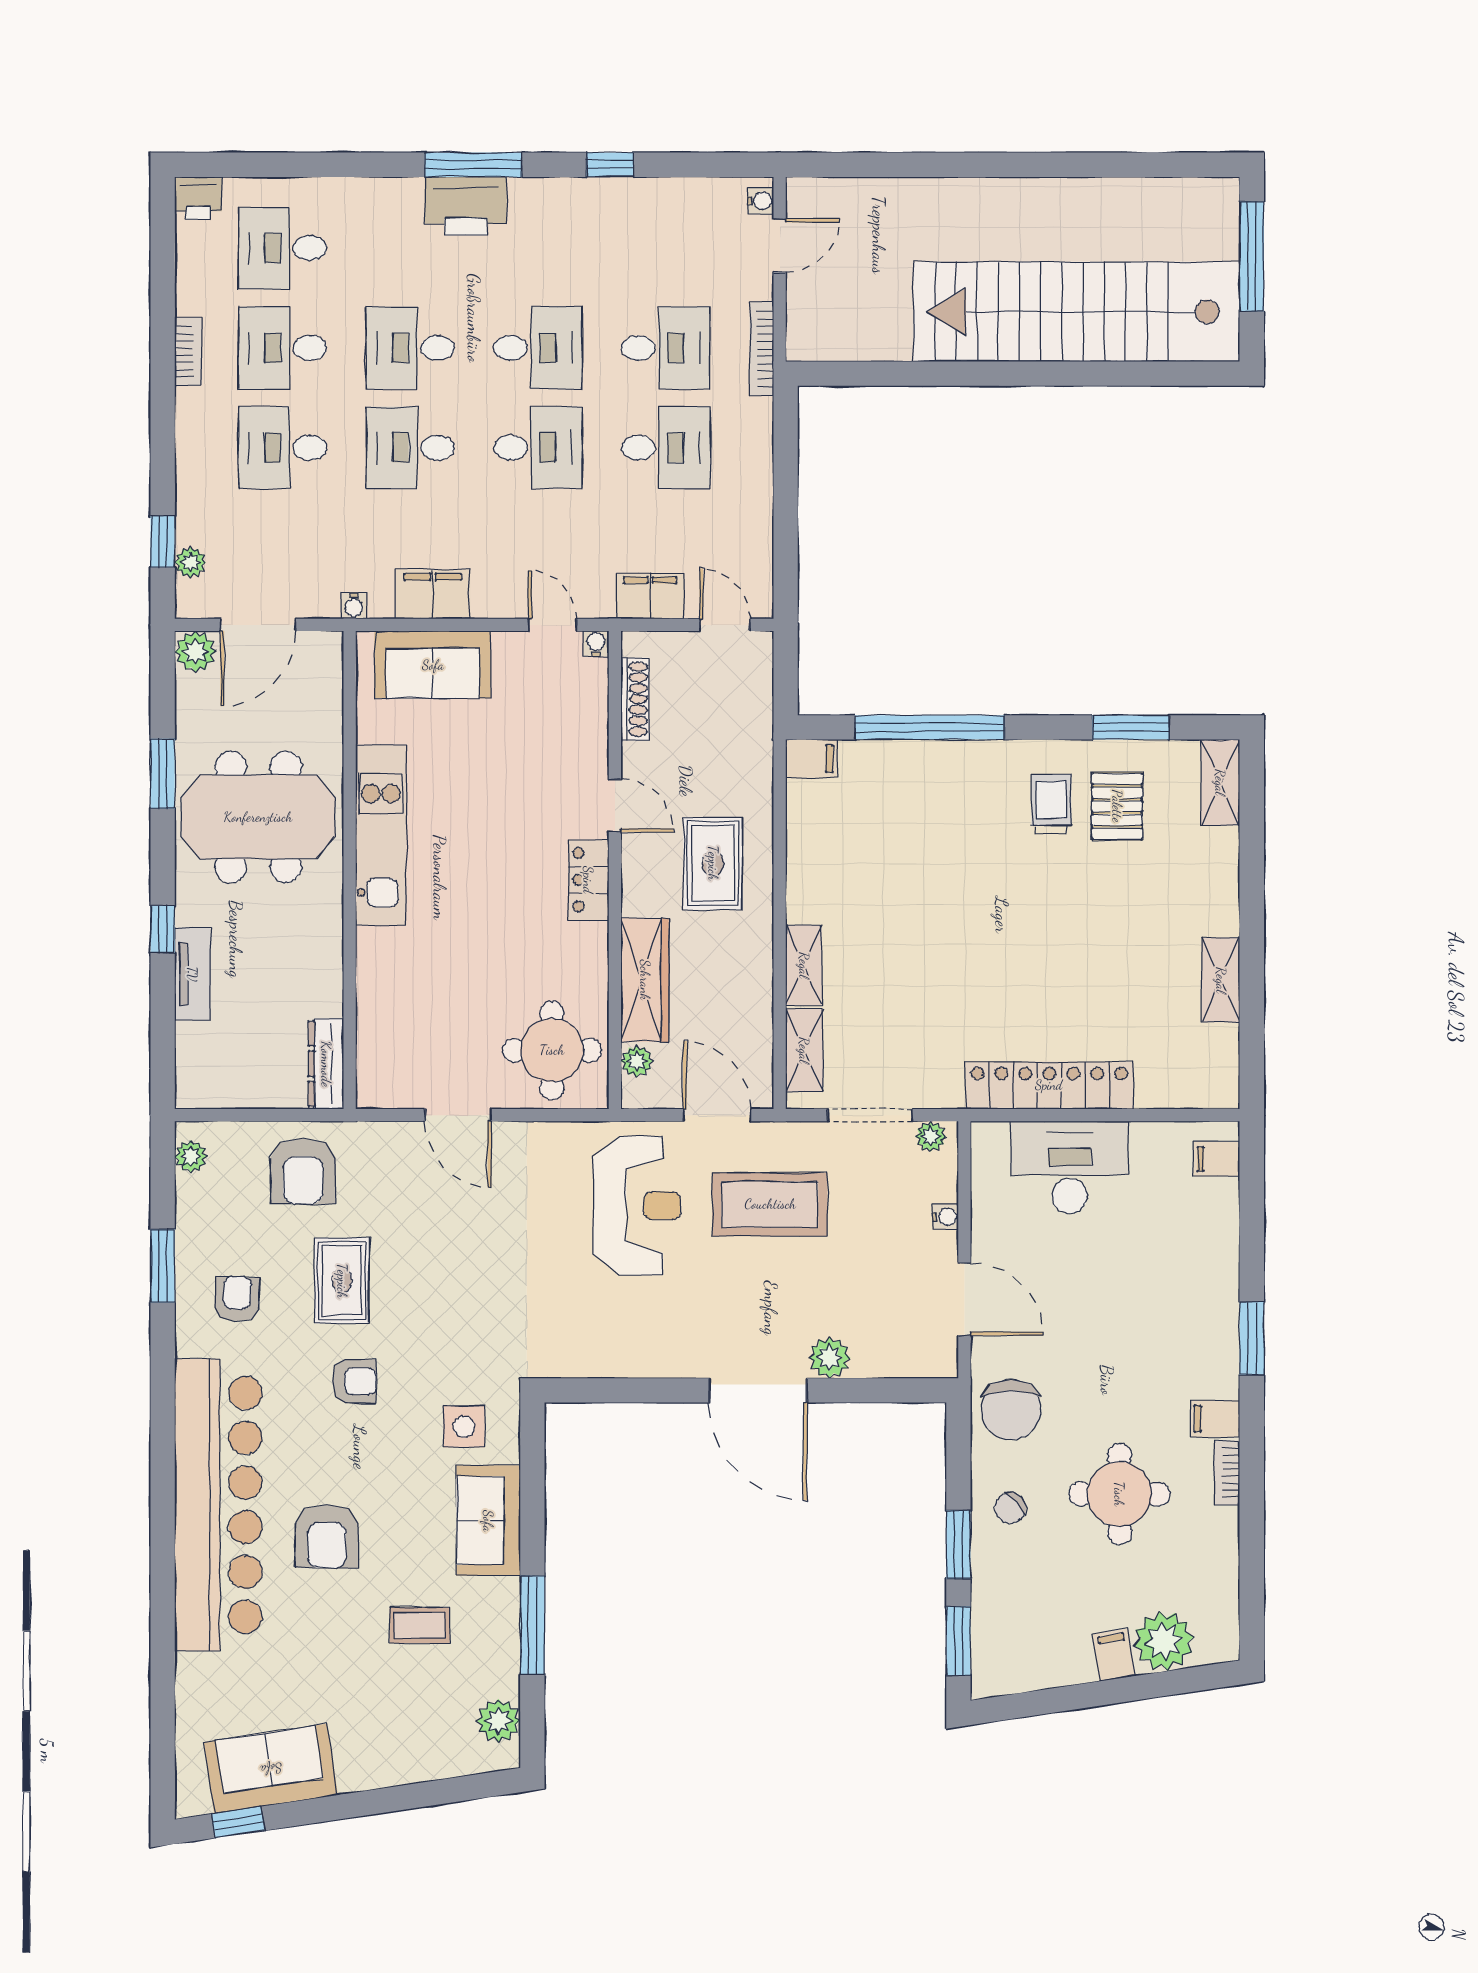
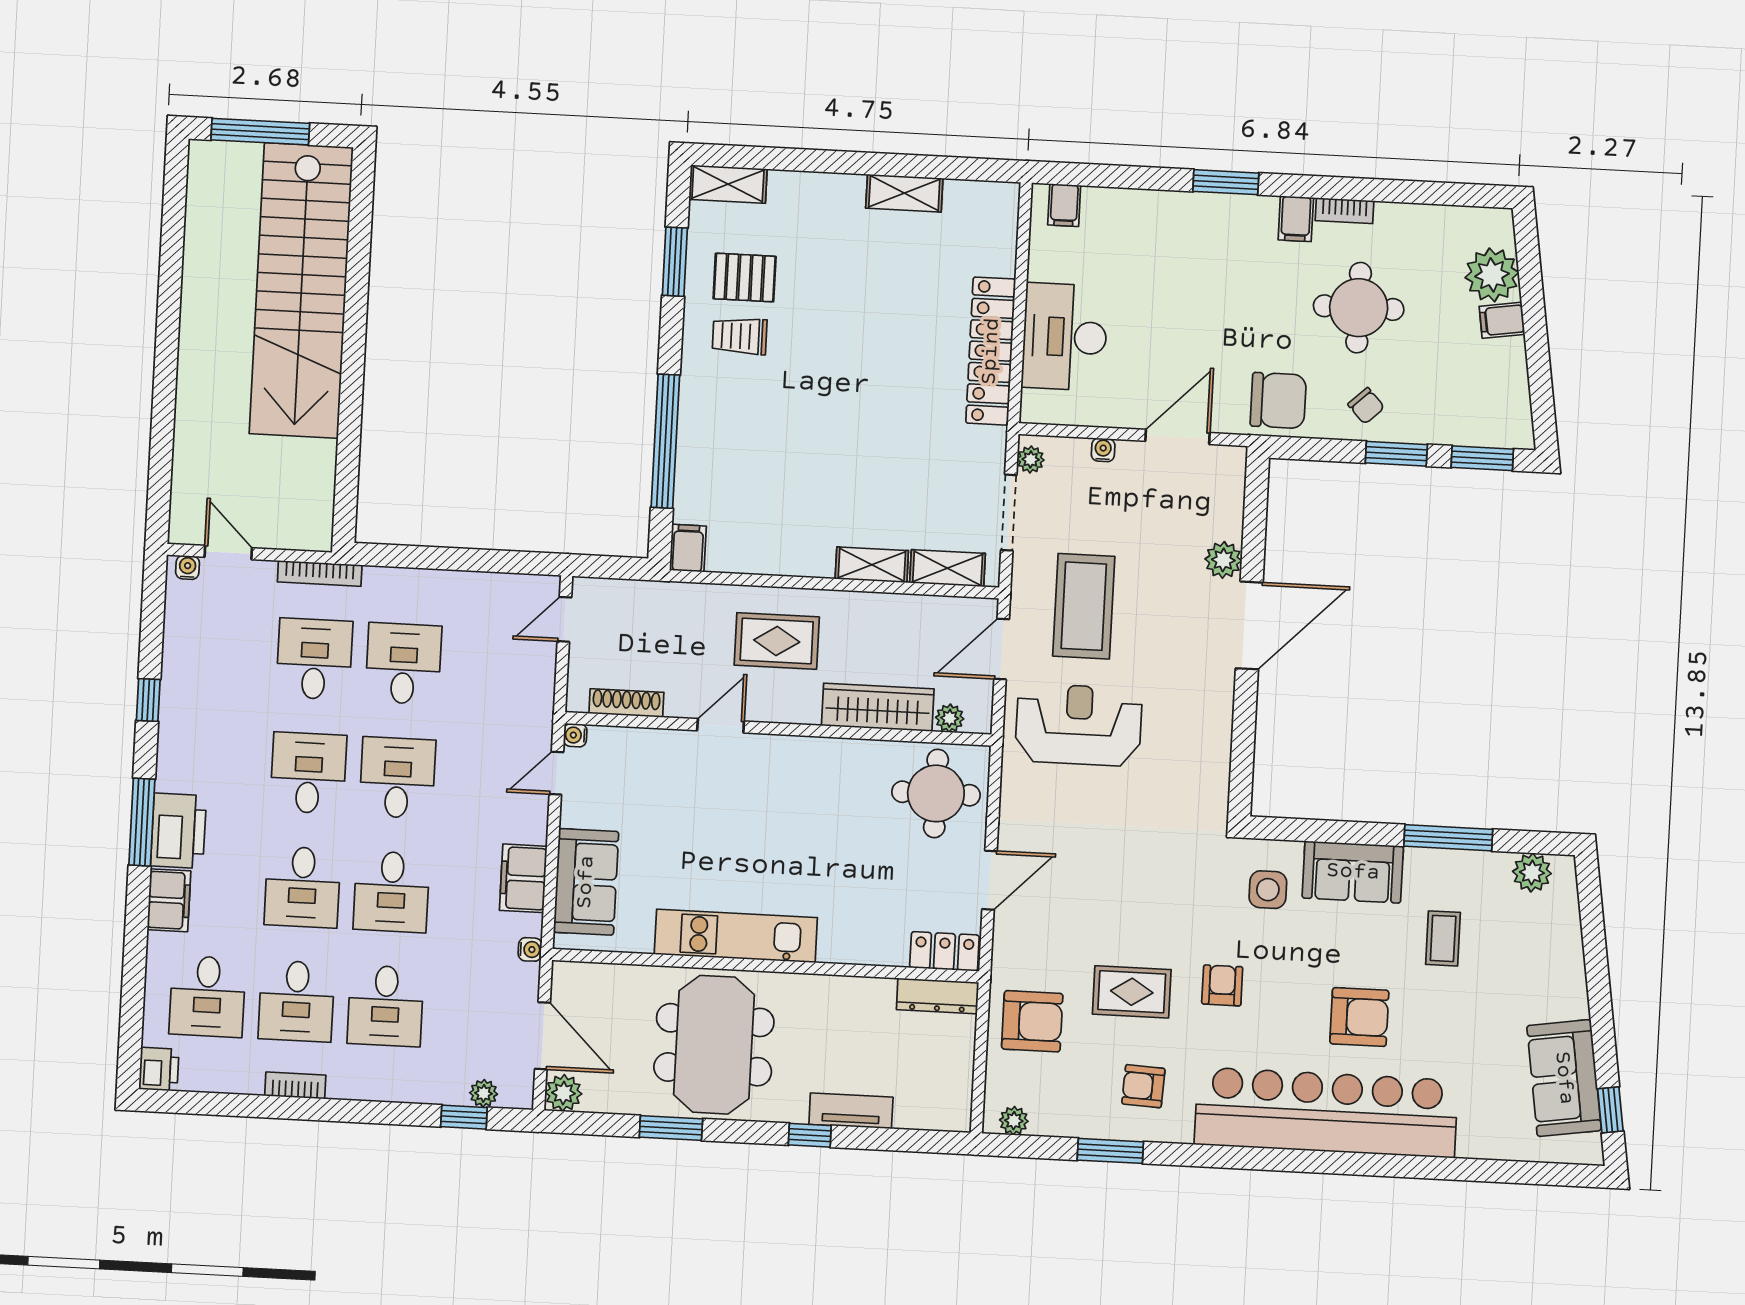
filing cabinet: (650, 596) -> (169, 900), moved, turned 180
locker: (588, 880) -> (944, 951), moved, turned 180

